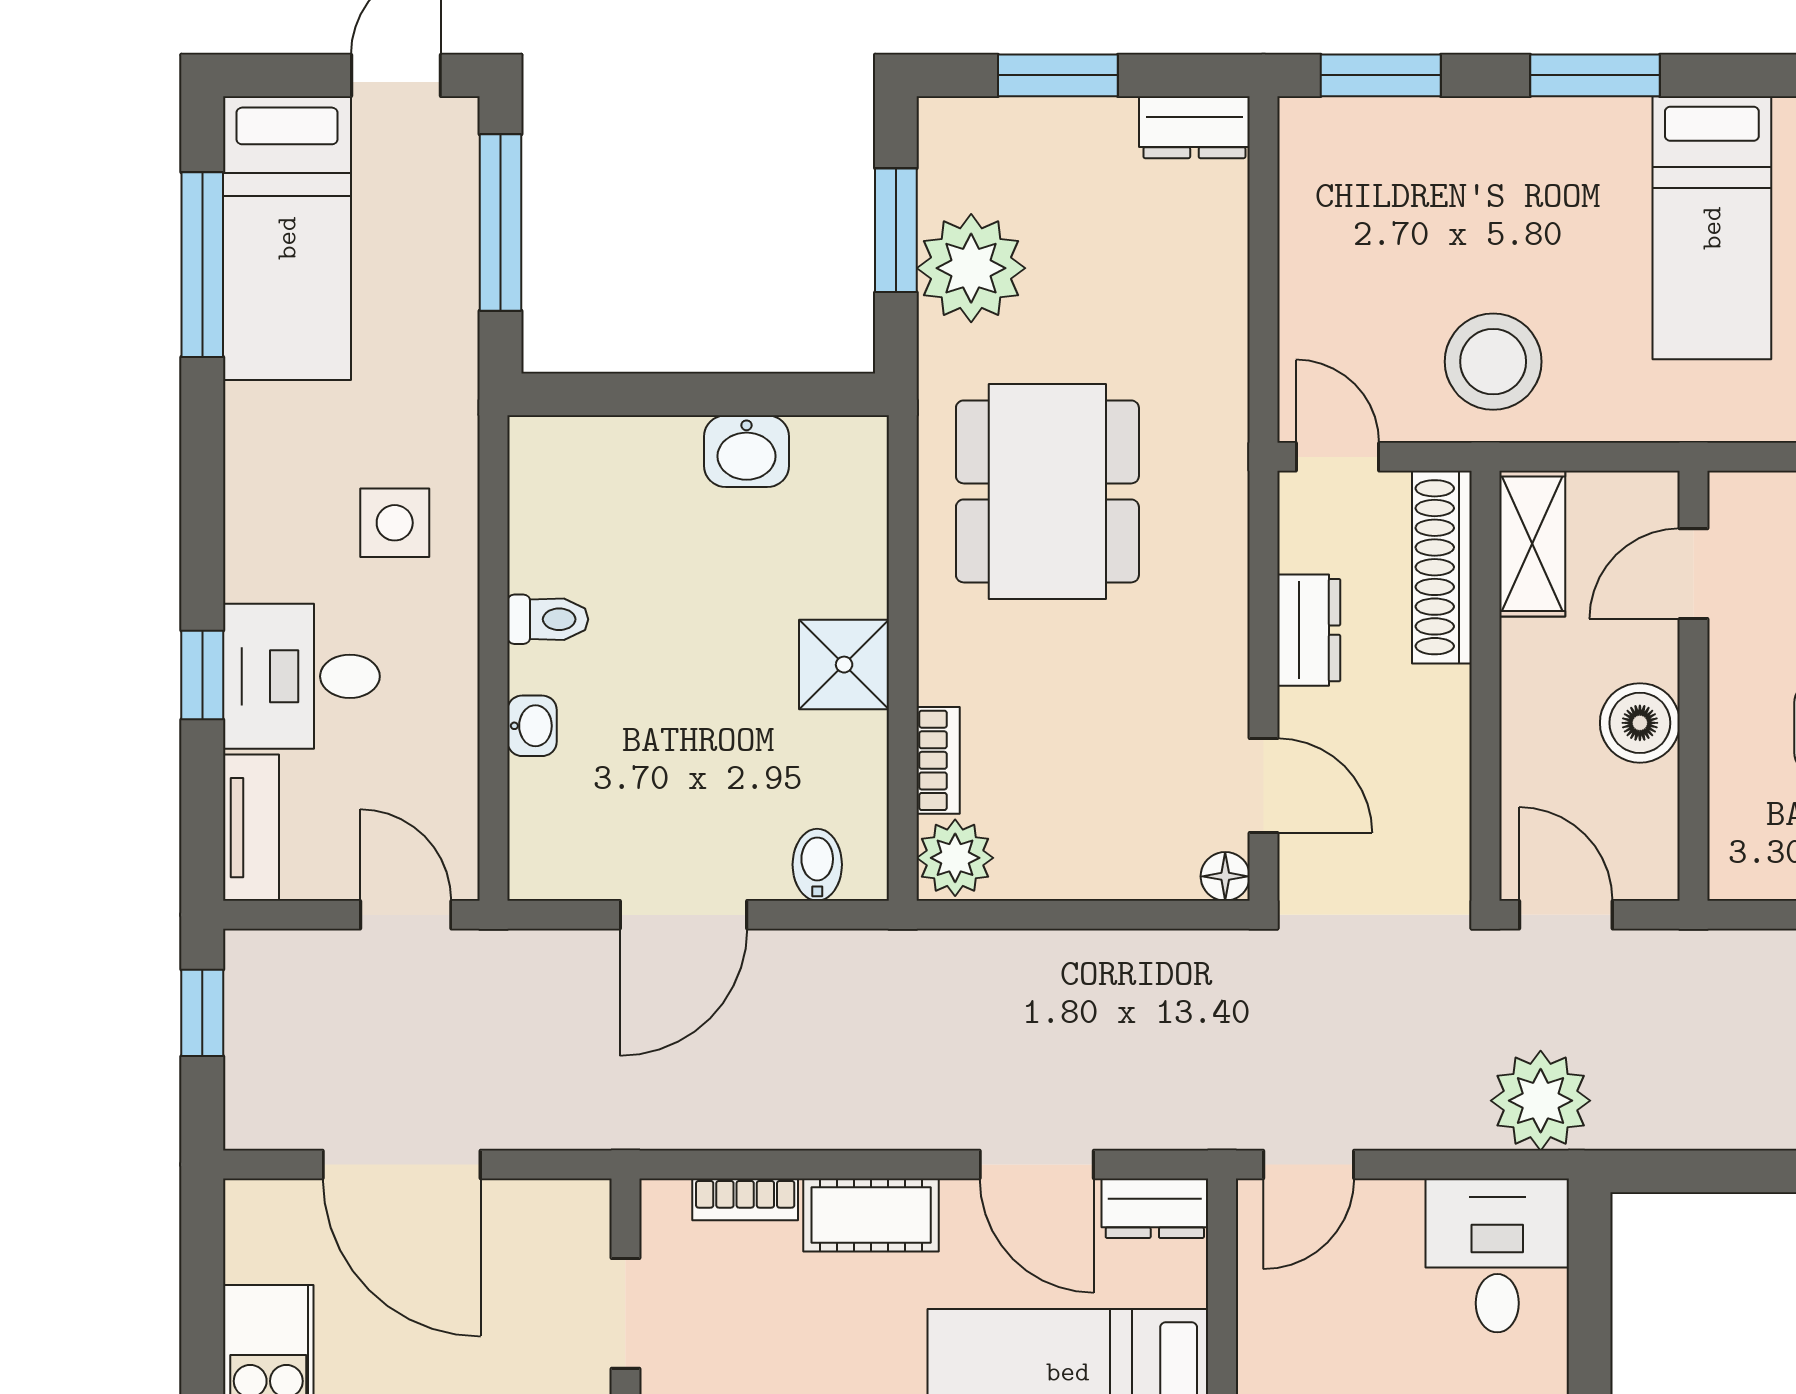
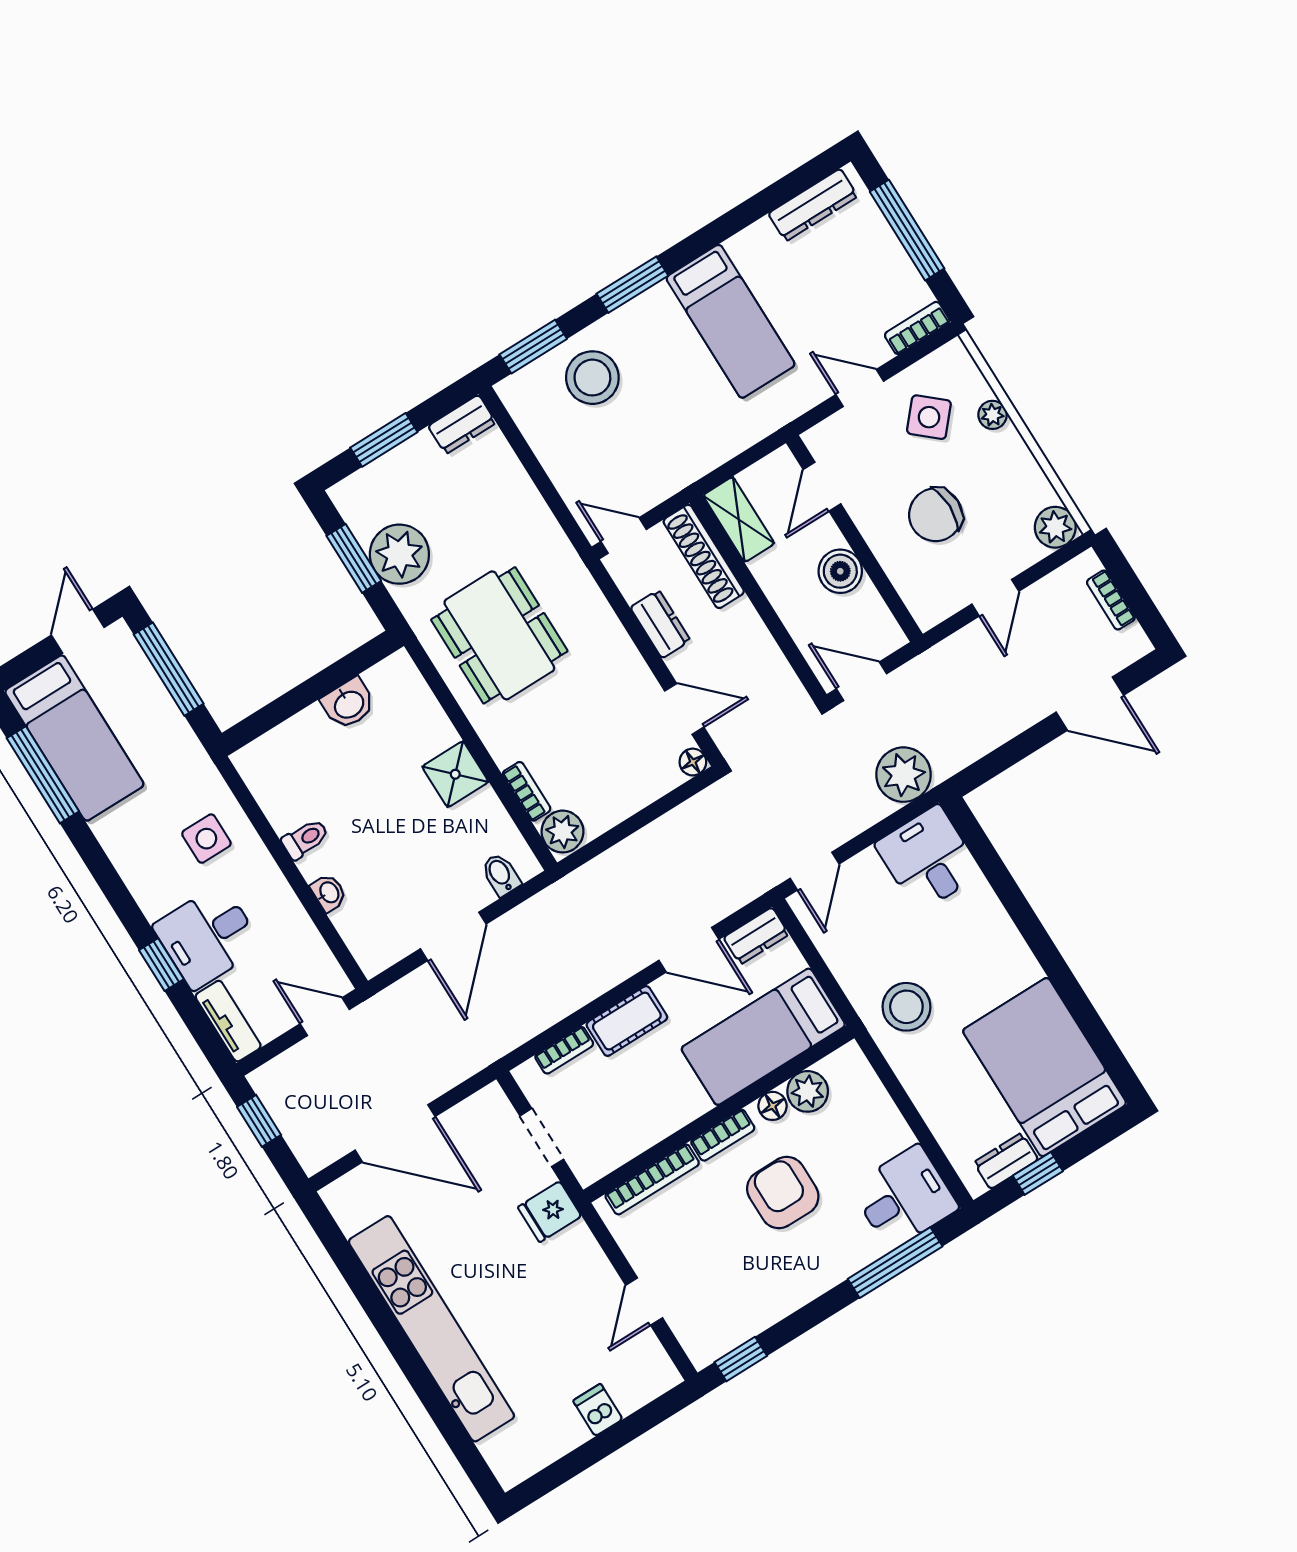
stool: (1493, 362) -> (592, 378), moved

